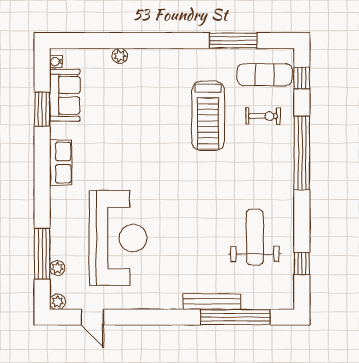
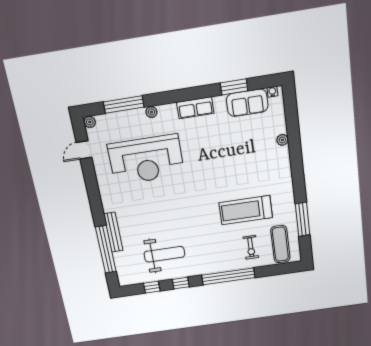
window: (302, 78) -> (181, 283), moved
plant: (57, 268) -> (151, 112), moved

